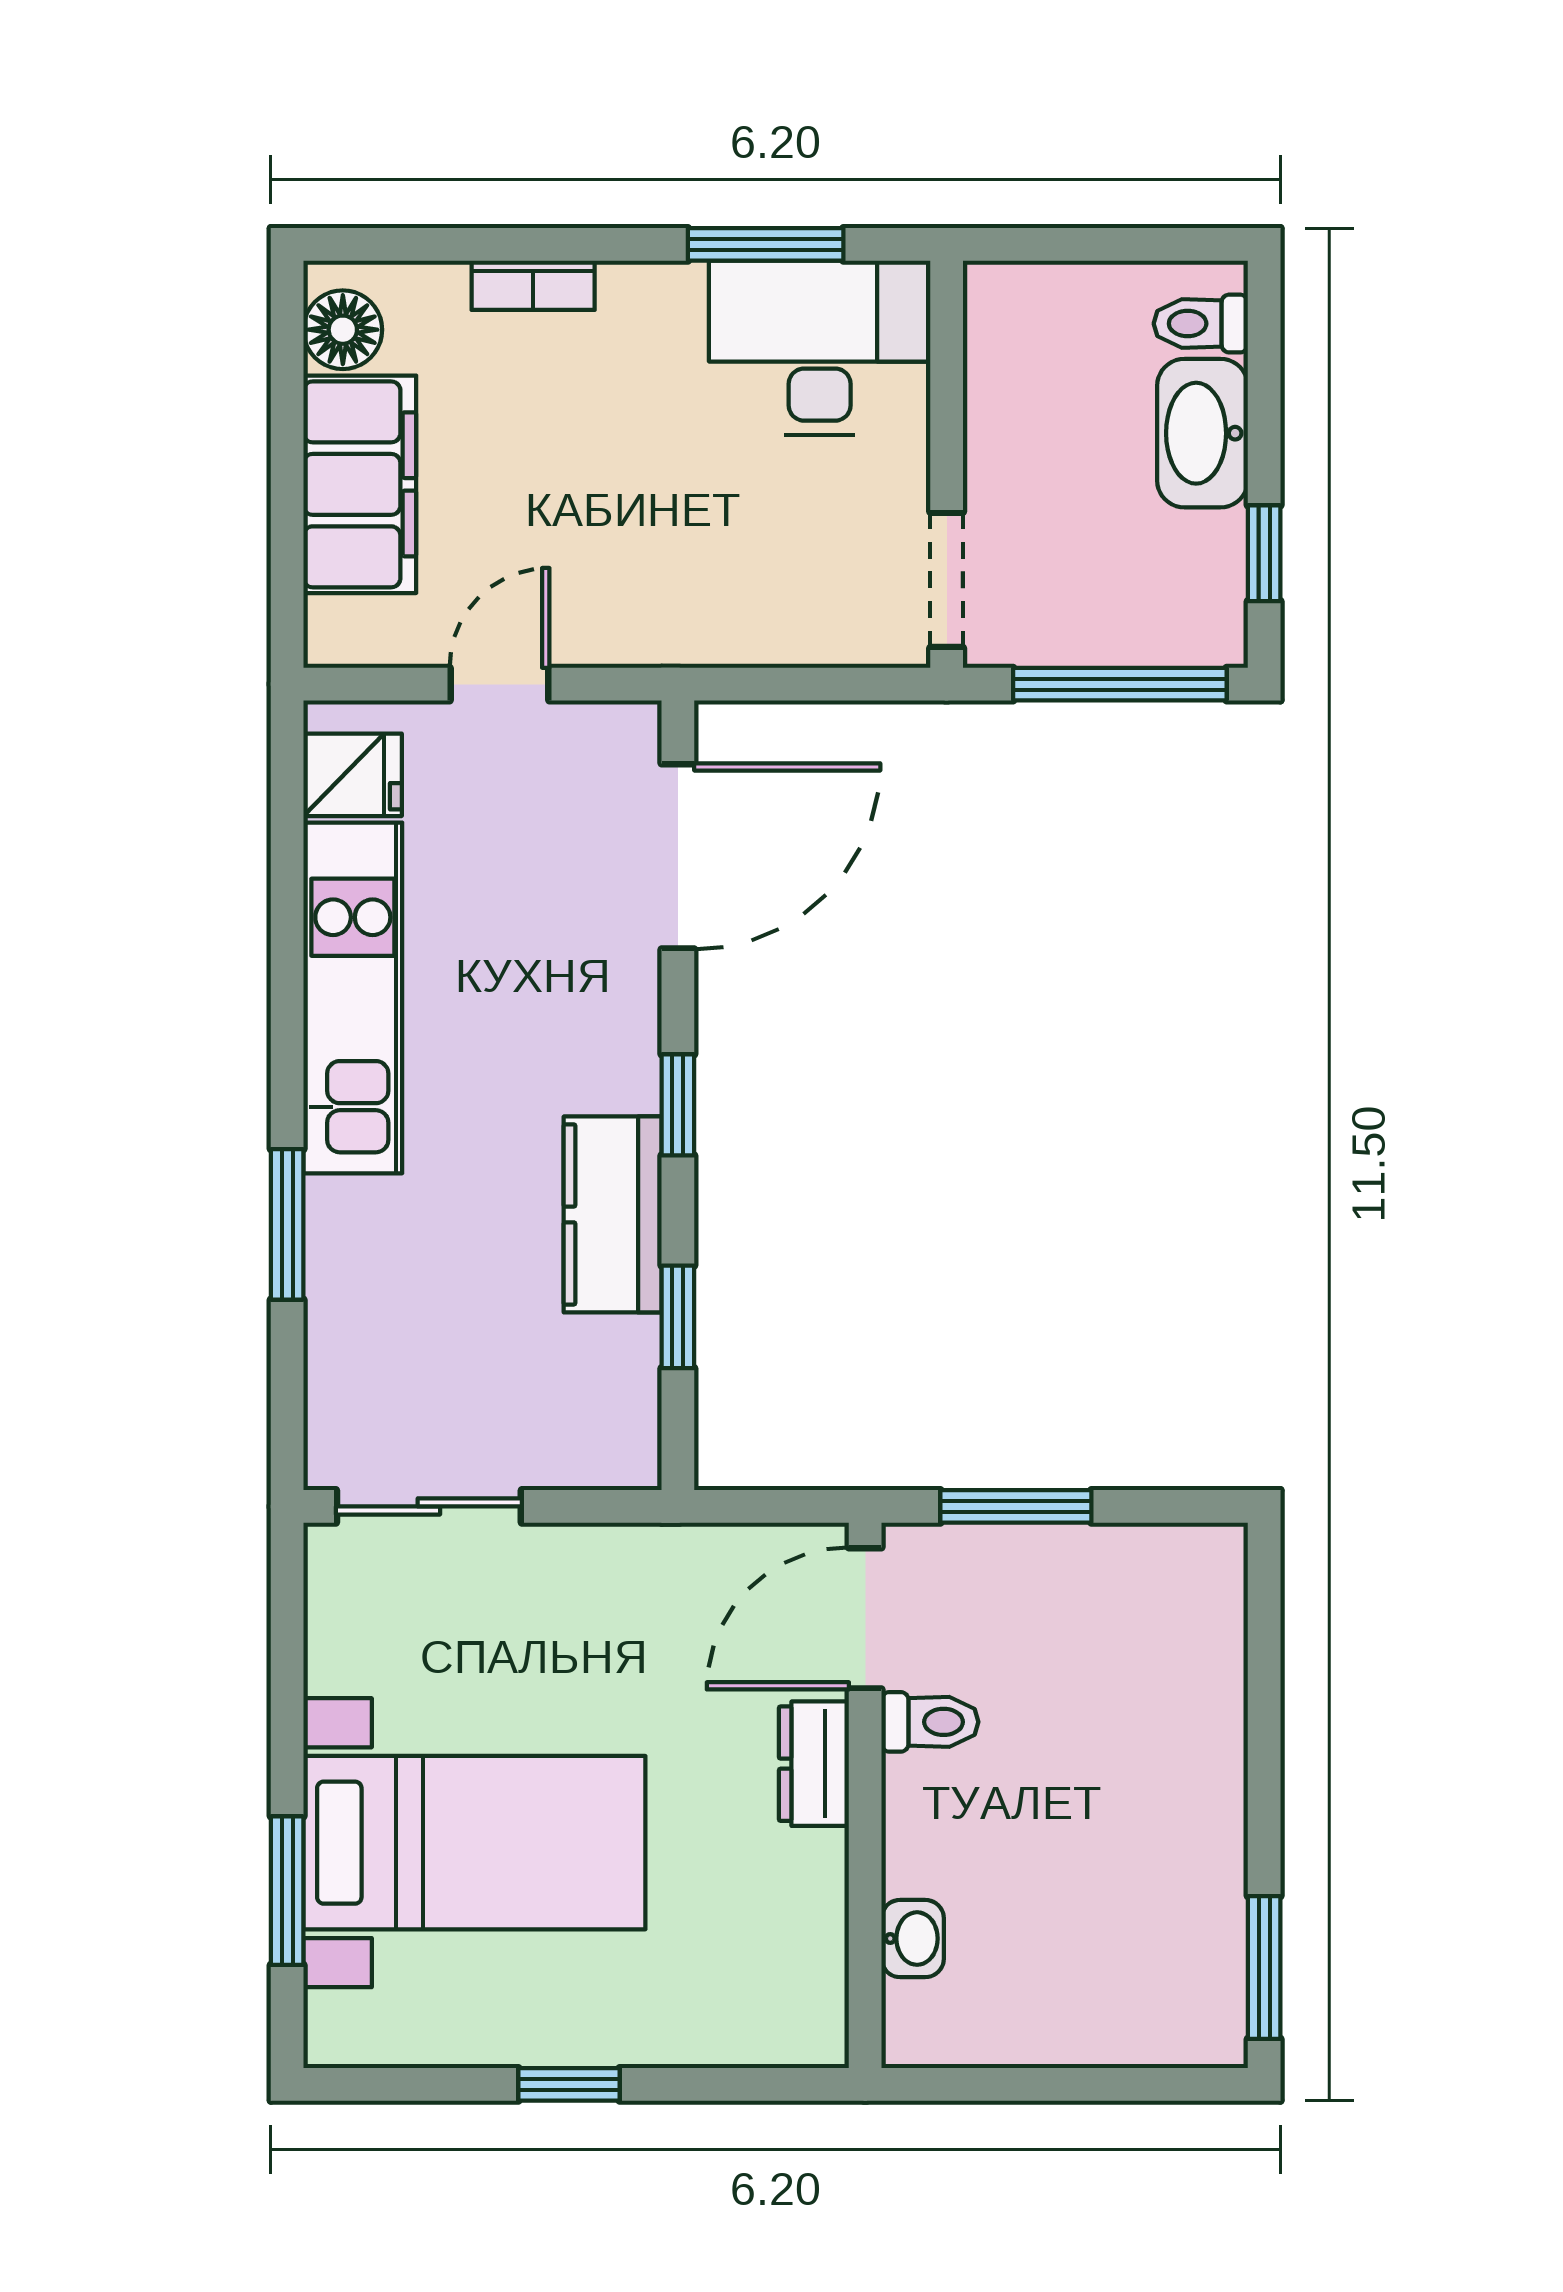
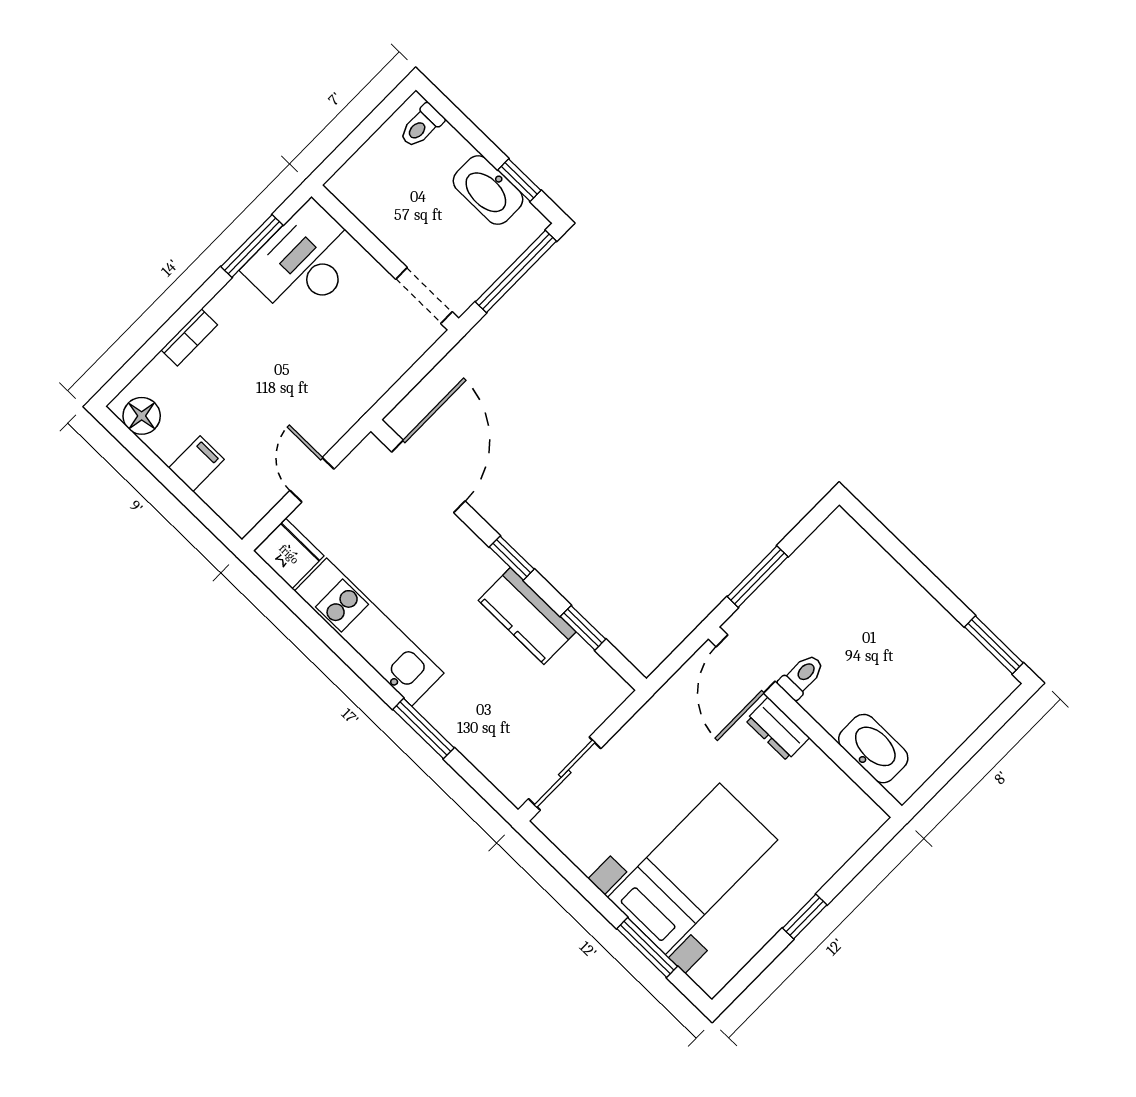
washbasin: (1202, 433) -> (488, 190), moved
filing cabinet: (360, 484) -> (196, 464), width x0.33, depth x0.86
fridge: (353, 775) -> (289, 554), width x1.38
washbasin: (913, 1939) -> (873, 749), width x1.91, depth x1.45

